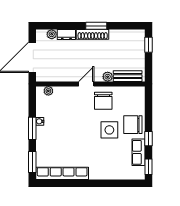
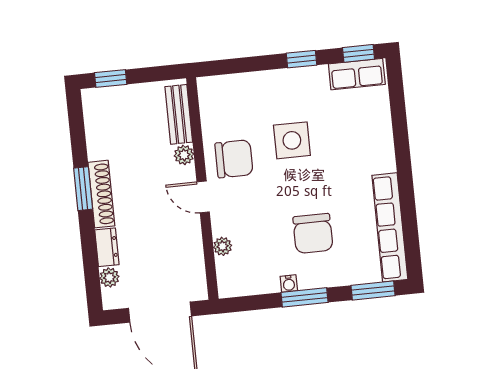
plant: (48, 91) -> (223, 246), moved
chair: (133, 125) -> (313, 233), moved
row of seats: (138, 152) -> (357, 74), moved

